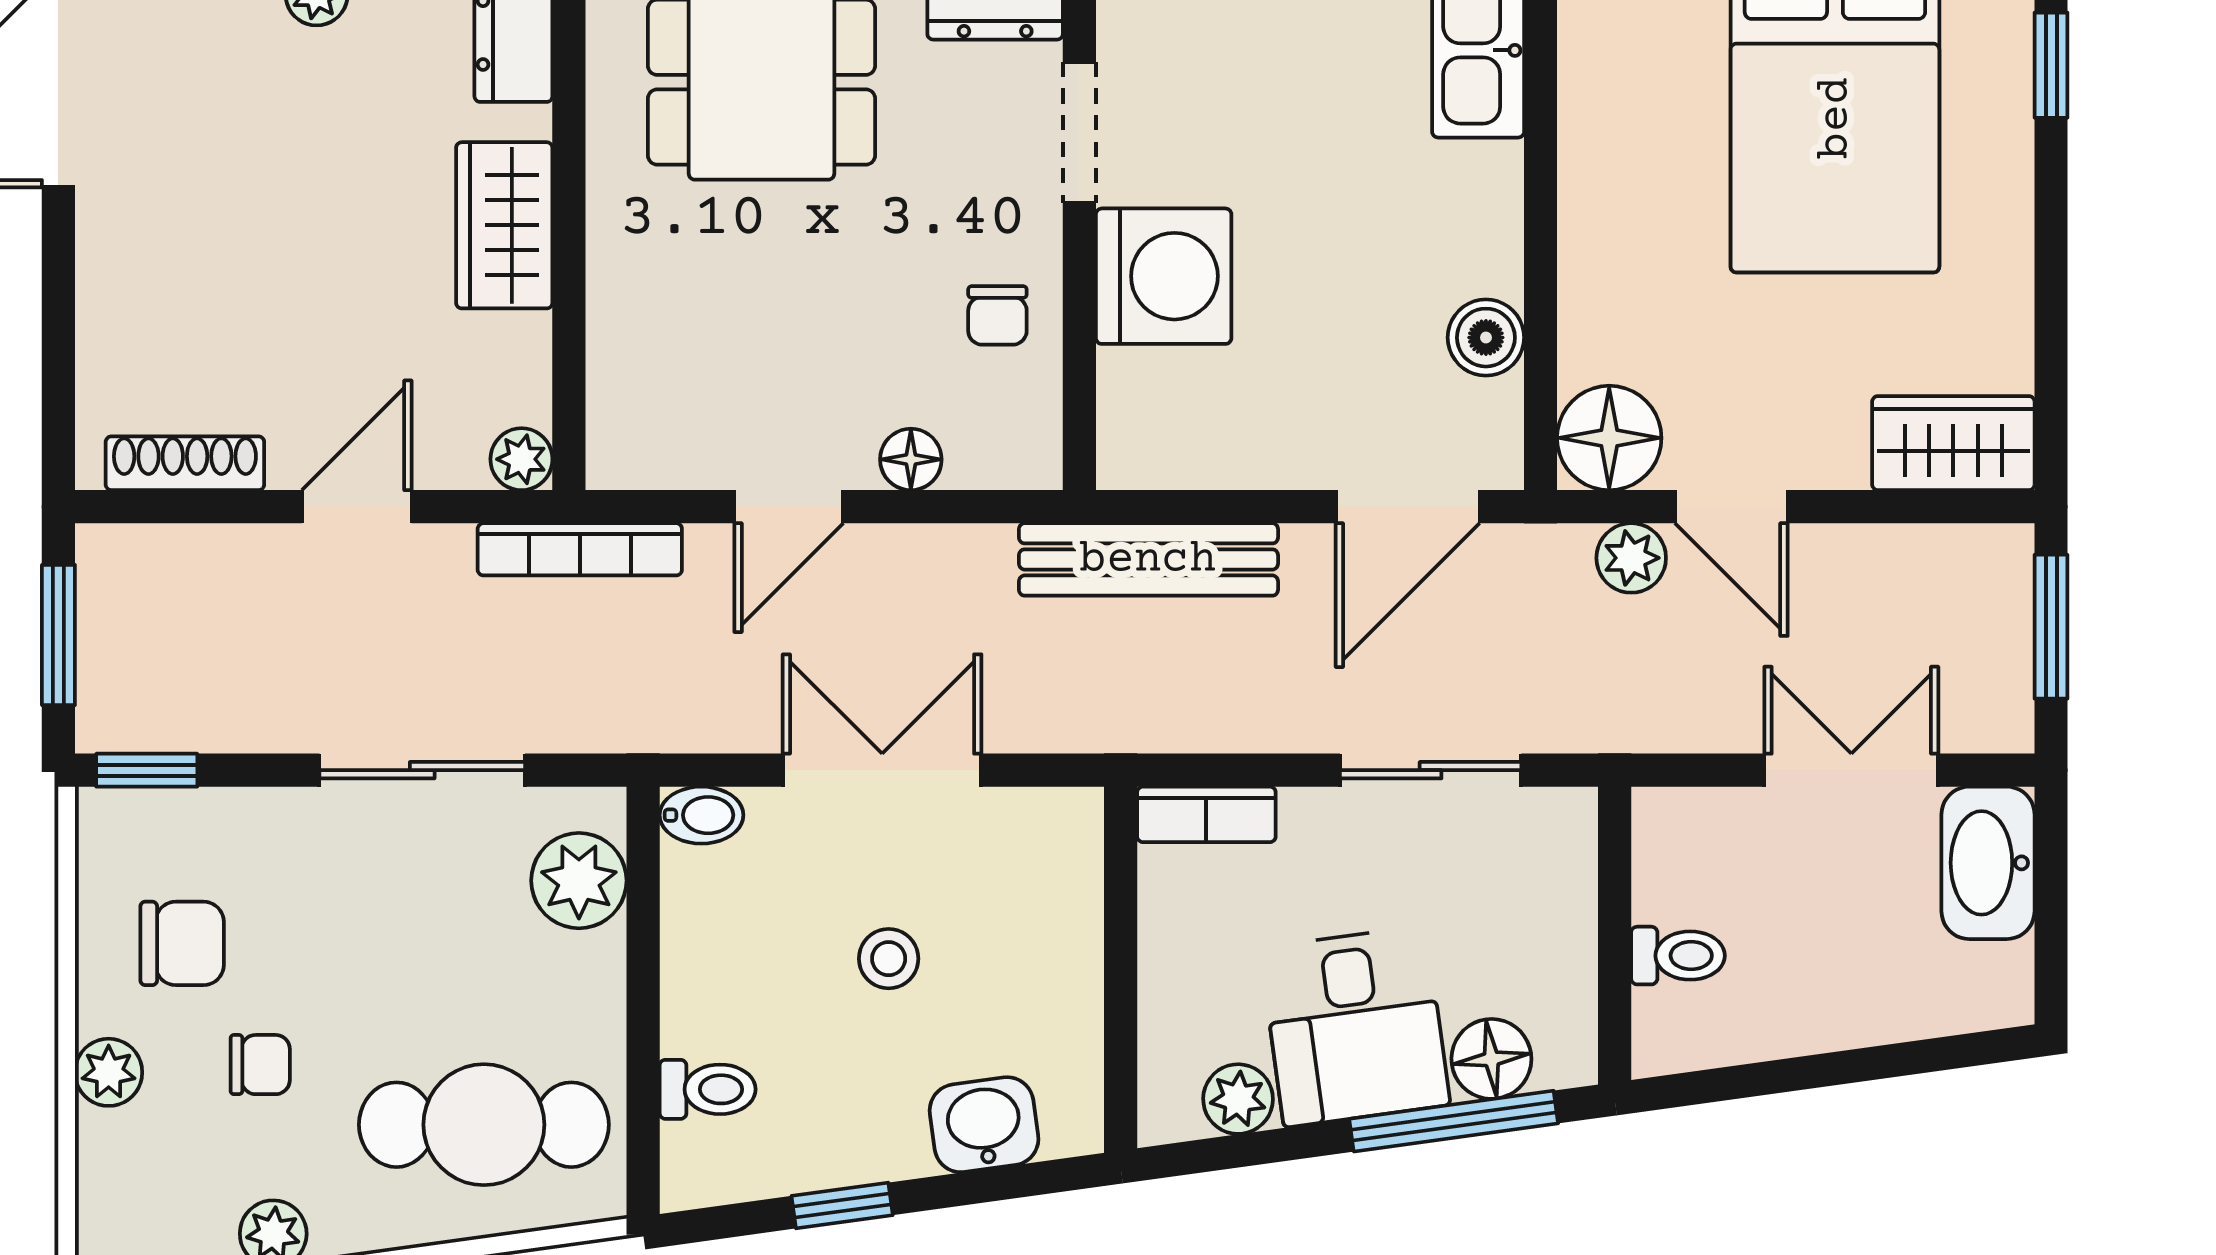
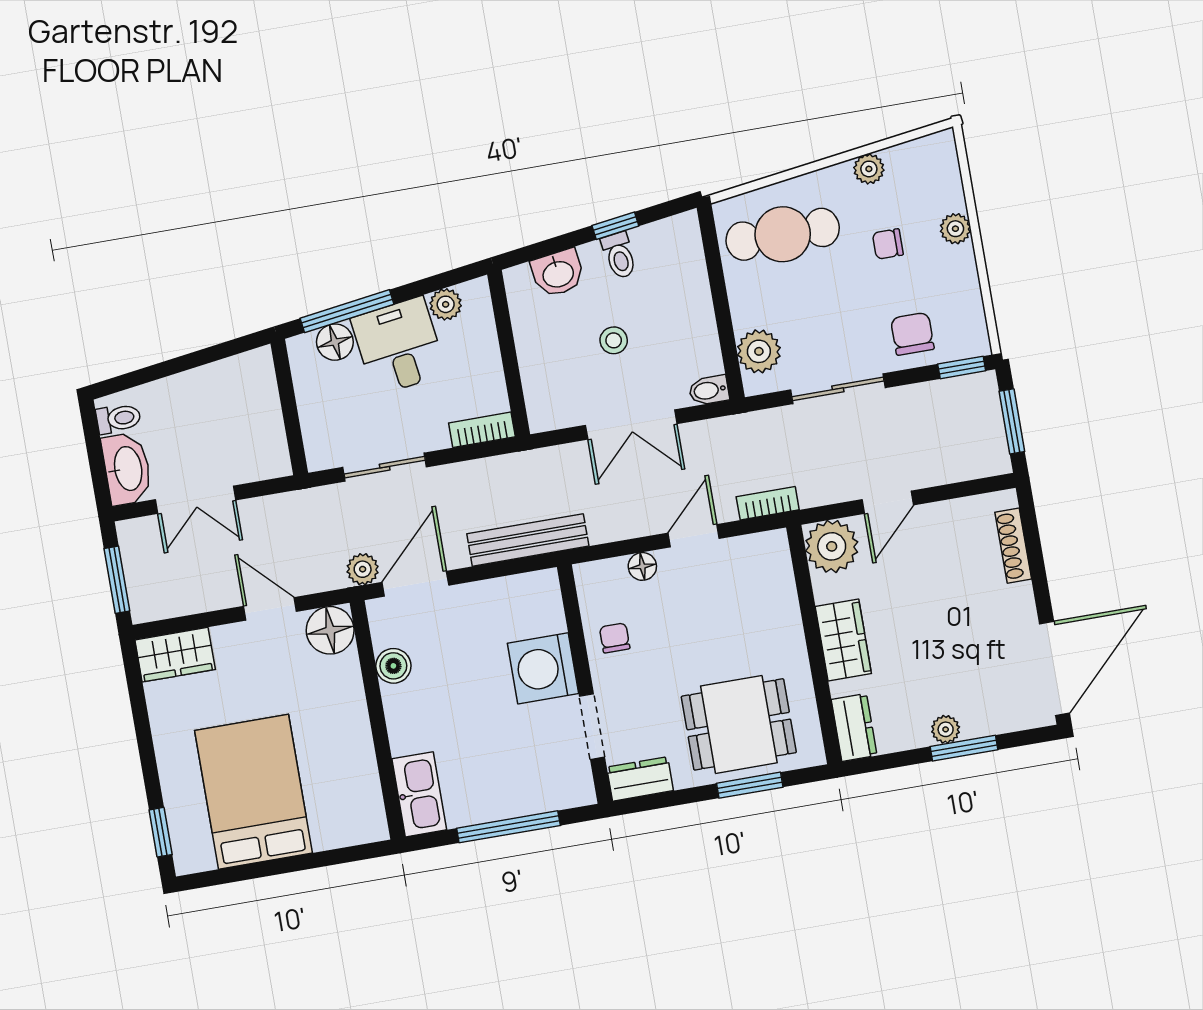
plant: (521, 459) -> (832, 546), width x1.88, depth x1.88
shoe rack: (185, 463) -> (1013, 546), moved, turned 90
bookcase: (580, 549) -> (768, 503), width x0.64
plant: (1631, 558) -> (363, 569), moved
chair: (182, 943) -> (912, 334), moved, turned 90
toilet: (1678, 956) -> (118, 419), moved, turned 180
toilet: (708, 1089) -> (619, 255), moved, turned -98

